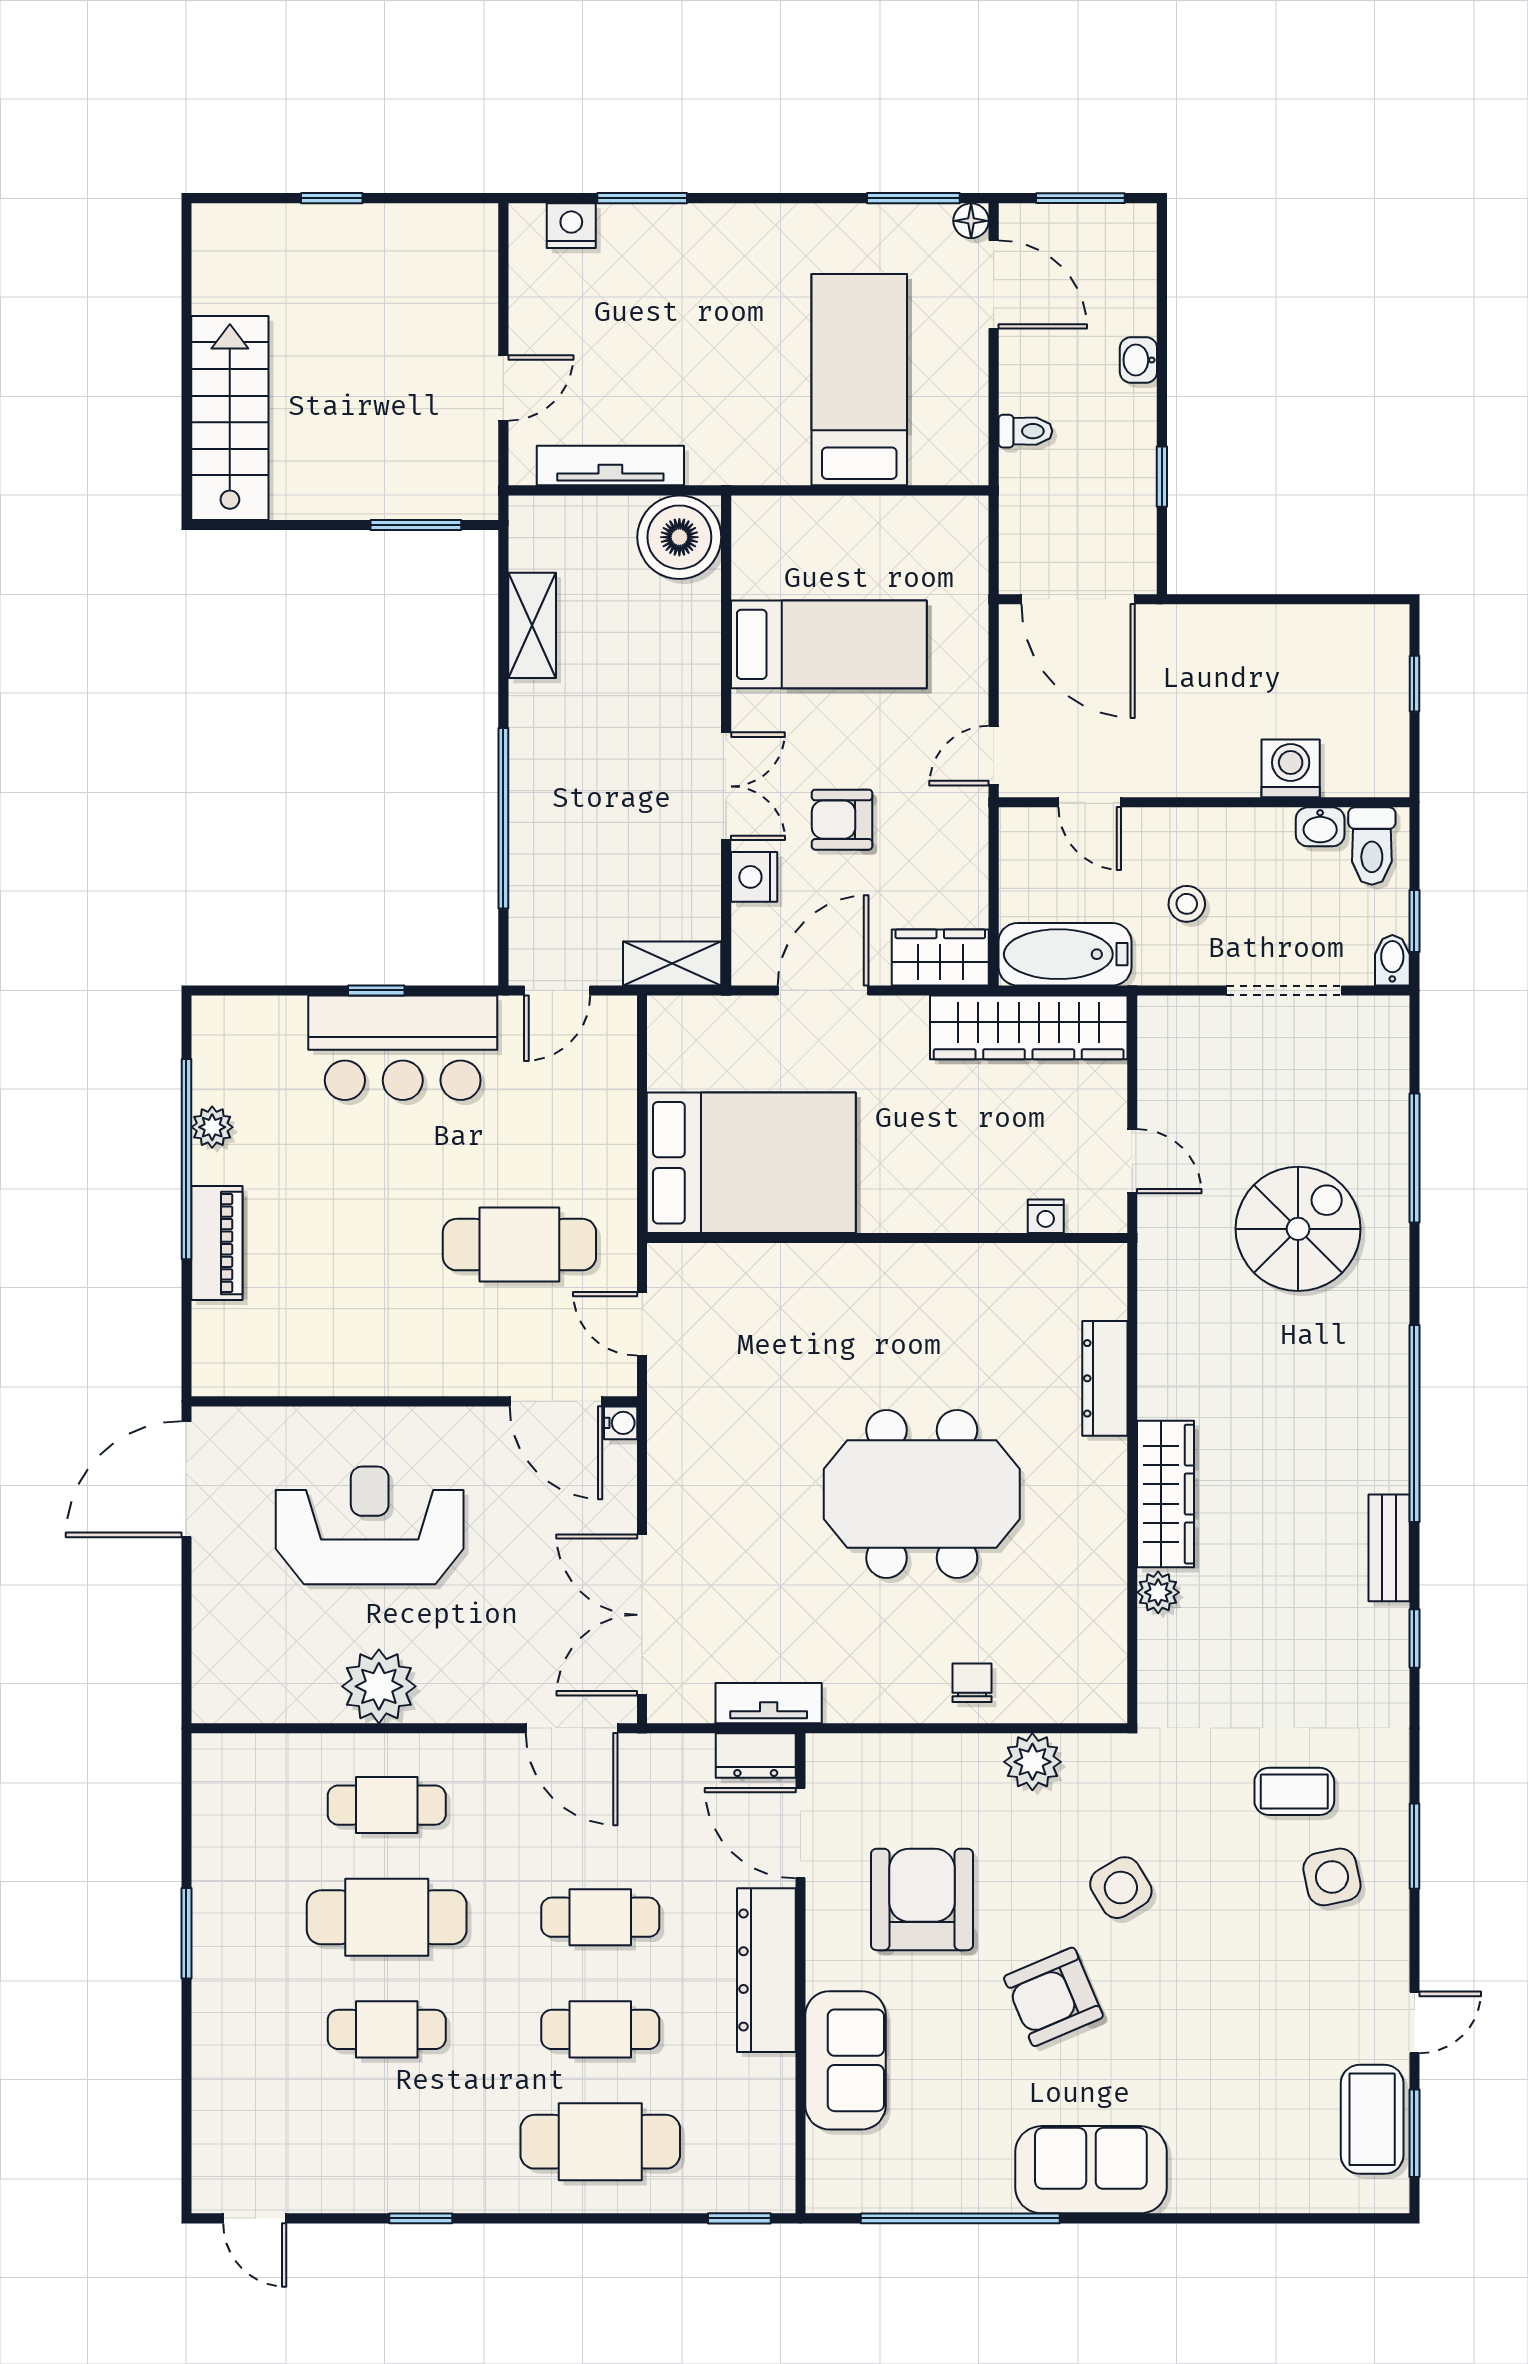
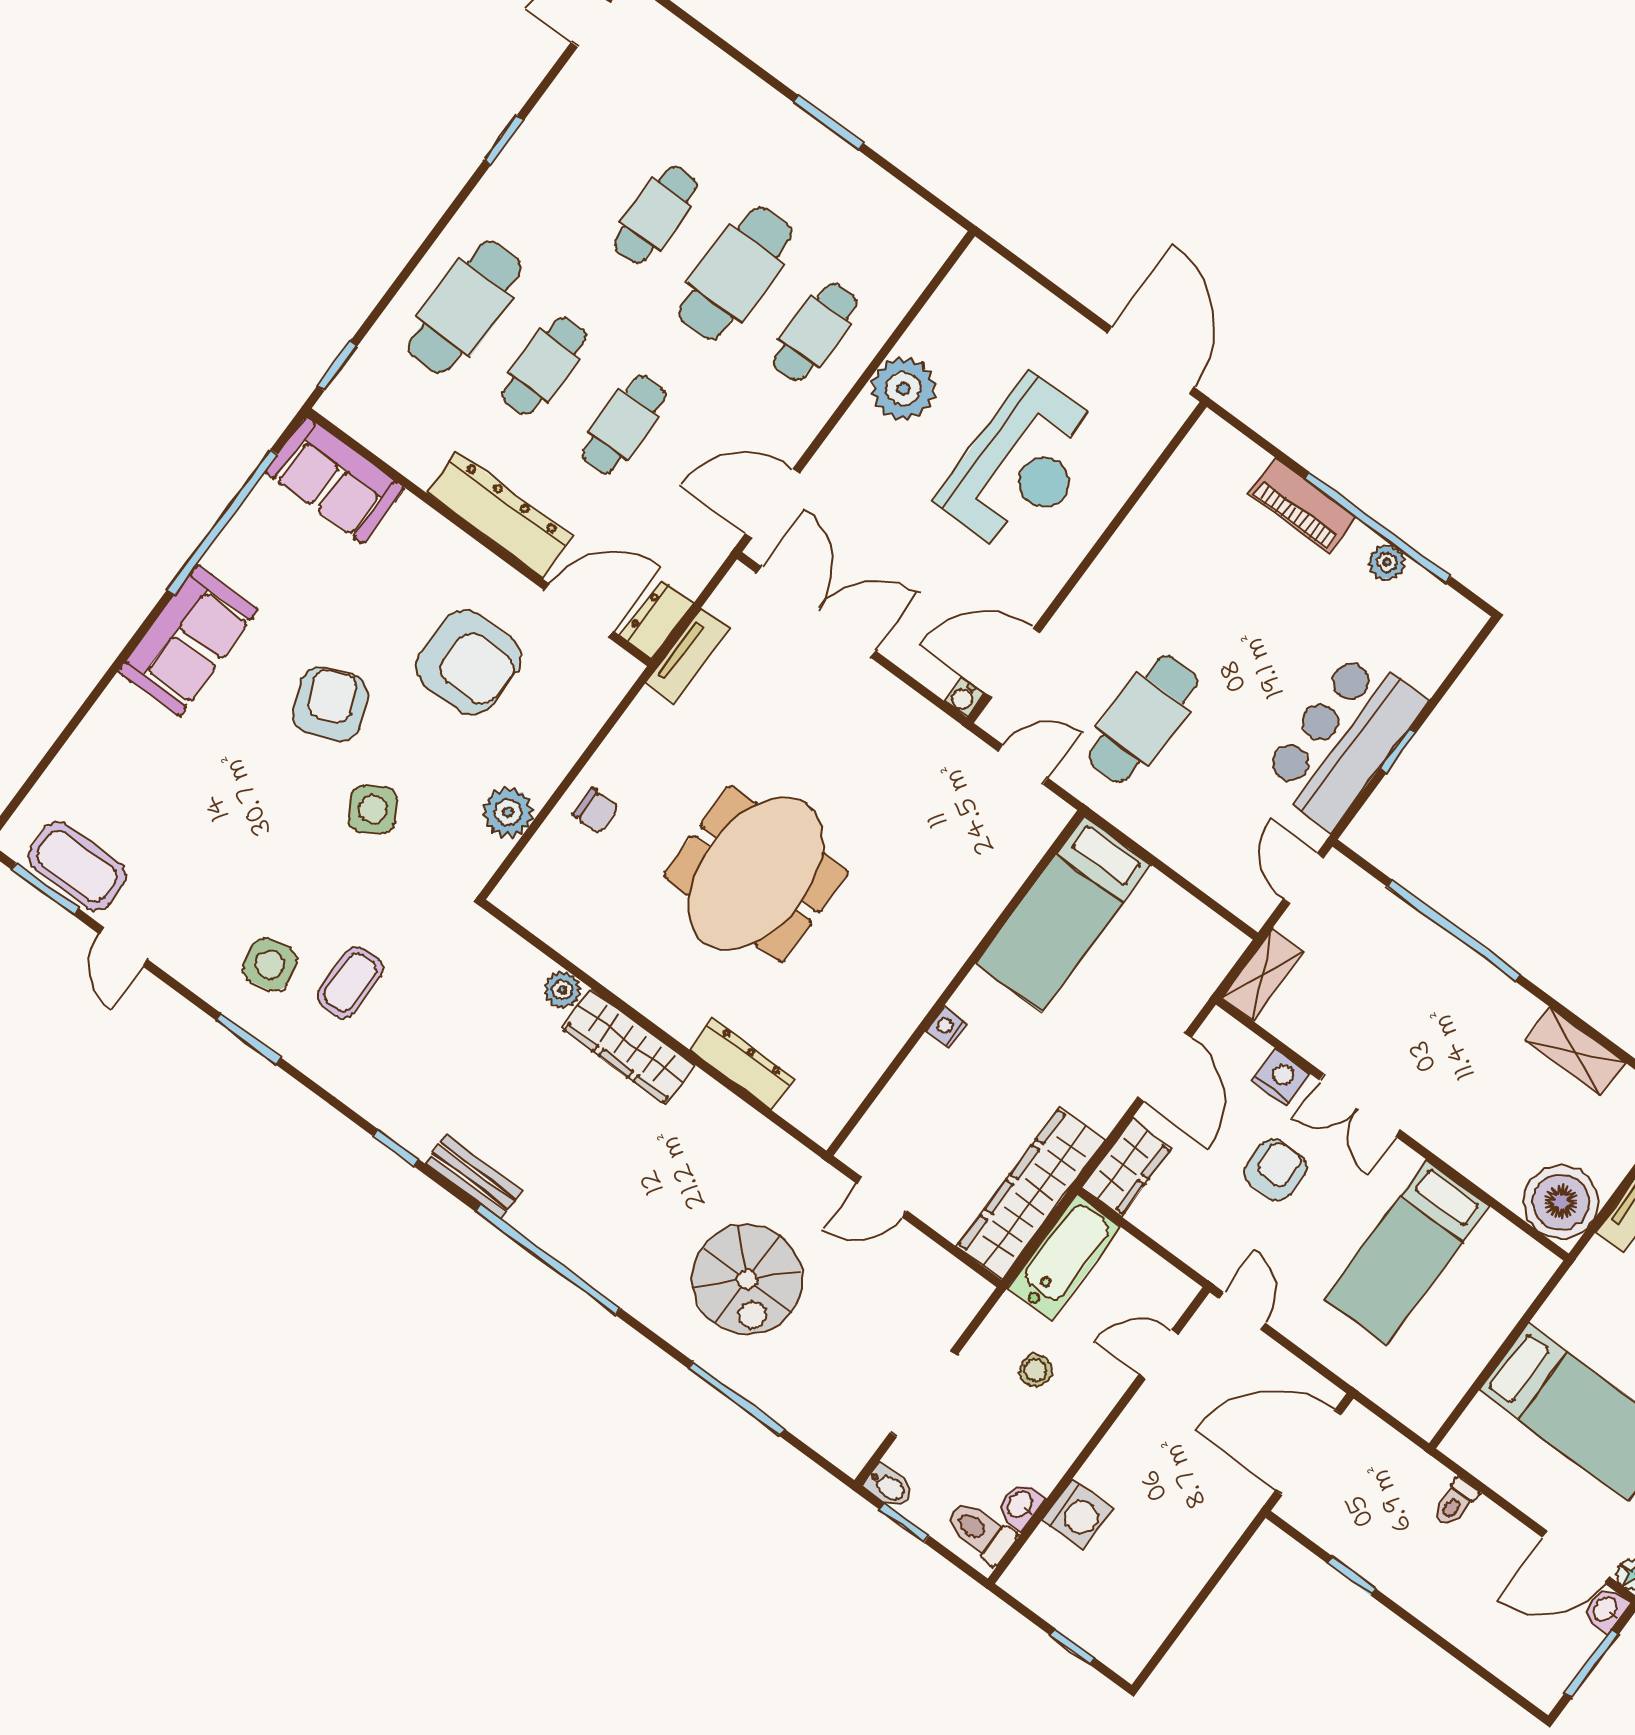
washbasin: (1138, 360) -> (1606, 1610), moved, turned -90
bed: (751, 1163) -> (1063, 914), width x0.67
nightstand: (1046, 1216) -> (947, 1027), moved
sofa: (845, 2060) -> (335, 480), moved

